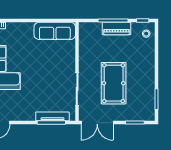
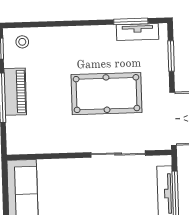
tv unit: (150, 103) -> (138, 32), added

